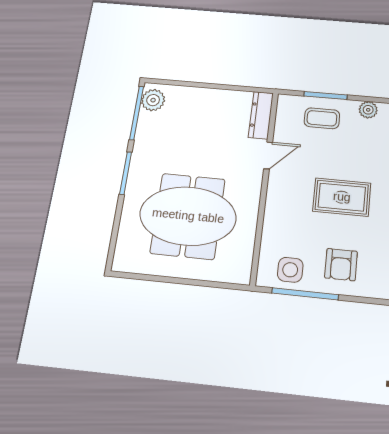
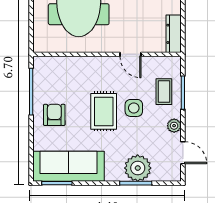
dresser: (261, 115) -> (174, 34), moved, turned -90
armchair: (341, 265) -> (54, 115), turned 90
side table: (290, 270) -> (134, 108), moved

